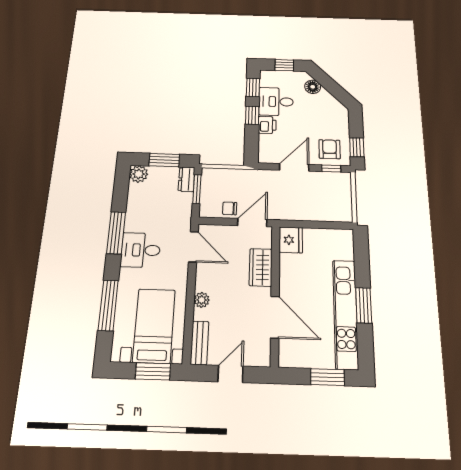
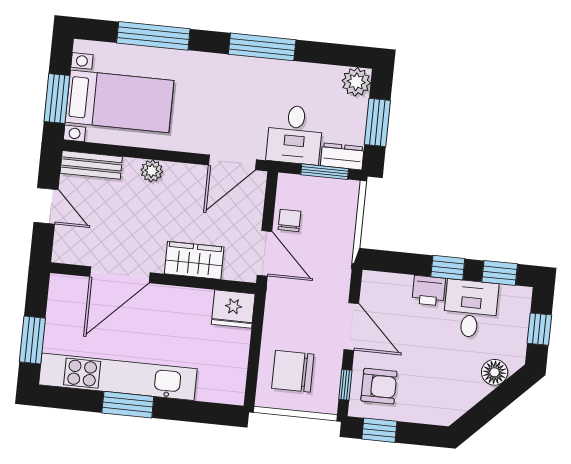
chair: (327, 200) -> (293, 371), added
desk: (141, 250) -> (295, 135), moved, turned 180

